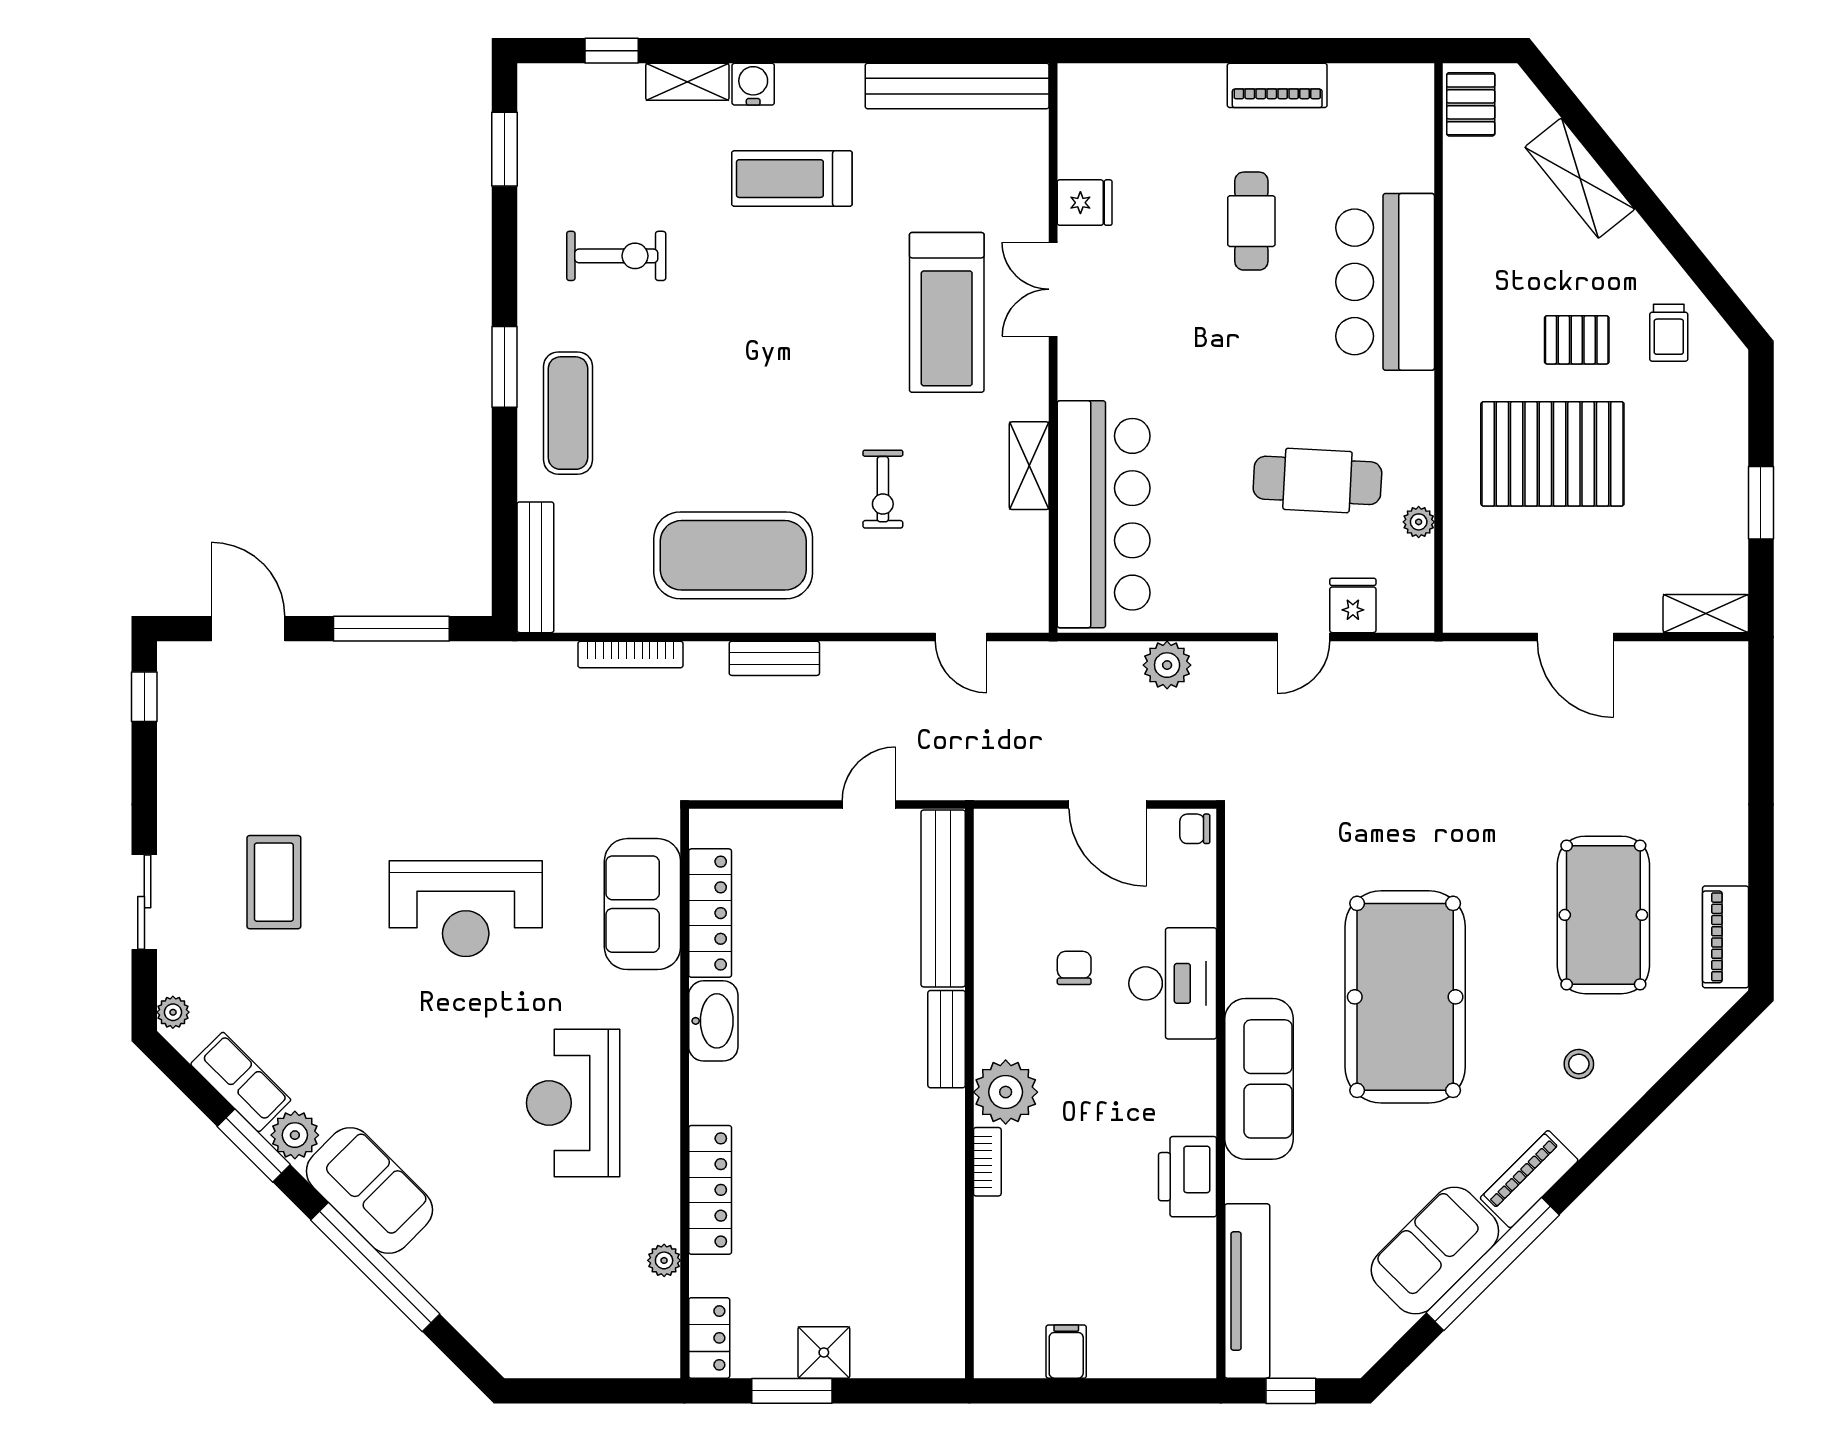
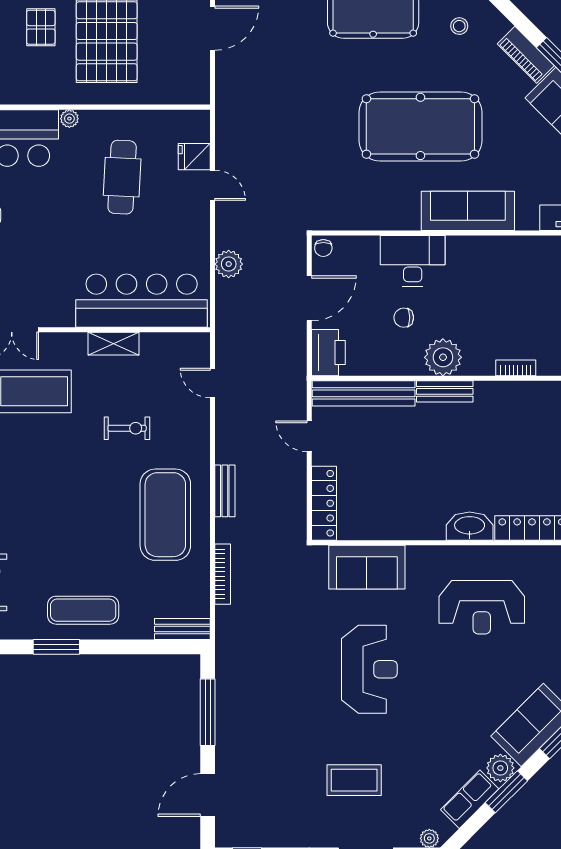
plant: (1419, 522) -> (69, 119), moved
bench: (535, 567) -> (182, 629), width x0.73
door: (961, 637) -> (212, 383), swing flipped
locker: (710, 913) -> (324, 503), moved, turned 90
washbasin: (713, 1021) -> (470, 526), moved
plant: (1006, 1092) -> (443, 357), moved
printer: (1188, 1177) -> (328, 353), moved, turned -90

